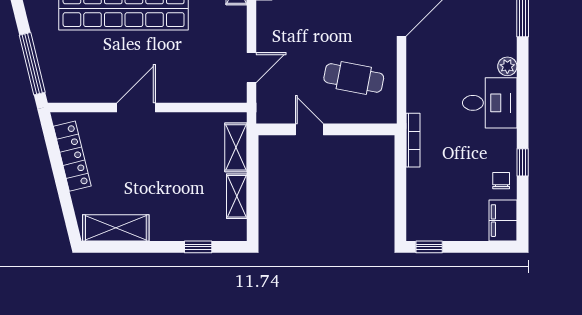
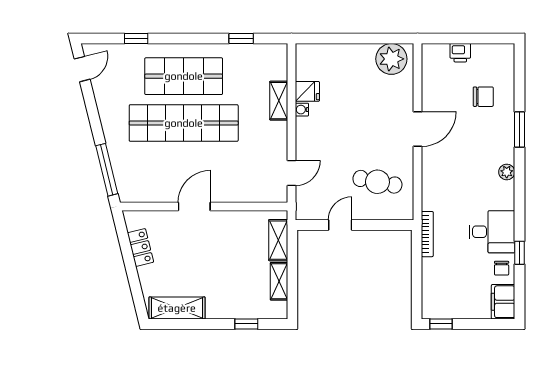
desk: (490, 103) -> (492, 232), moved
door: (309, 129) -> (340, 225), hinge flipped
locker: (72, 156) -> (140, 247), width x0.66
chair: (501, 181) -> (502, 268), turned 180

